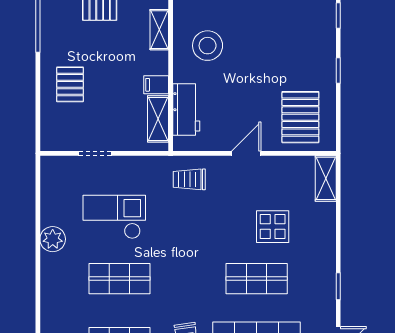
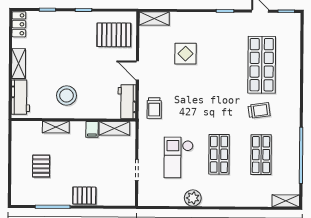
pallet: (70, 84) -> (84, 196), moved
workbench: (186, 109) -> (127, 102), moved, turned -90
shop shelf: (257, 279) -> (220, 64), removed

